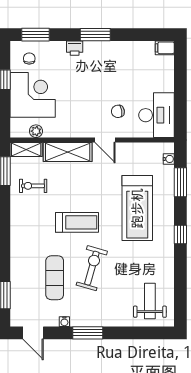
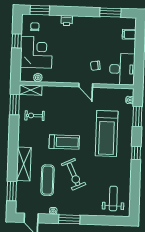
window: (95, 35) -> (110, 13), moved
filing cabinet: (165, 48) -> (129, 34), moved
shelving: (68, 152) -> (24, 164), moved, turned 90
exercise bike: (92, 268) -> (74, 174), turned 139

